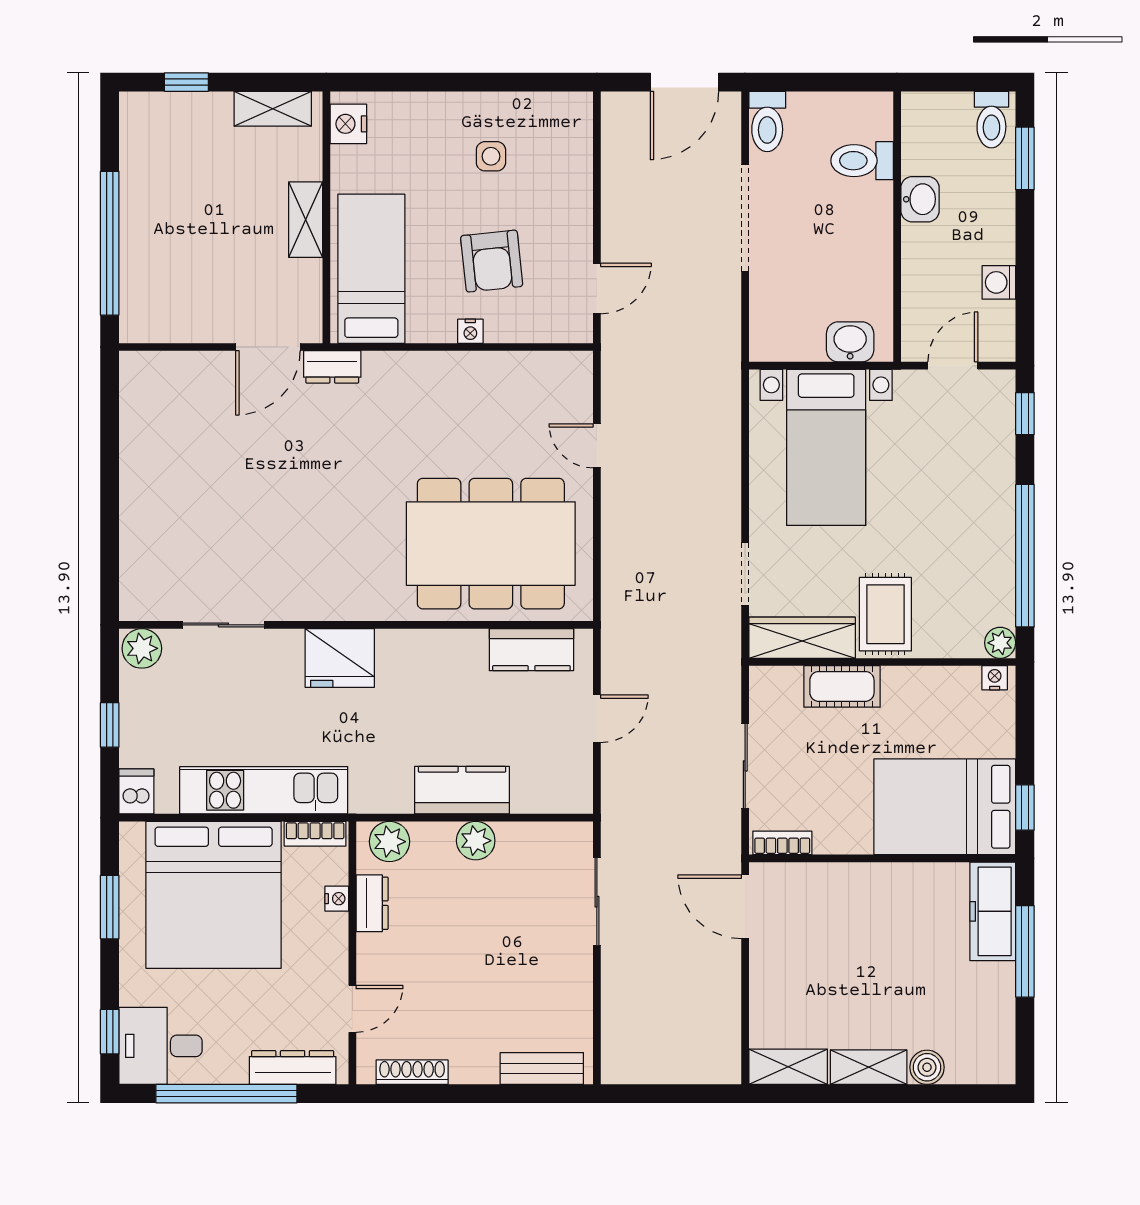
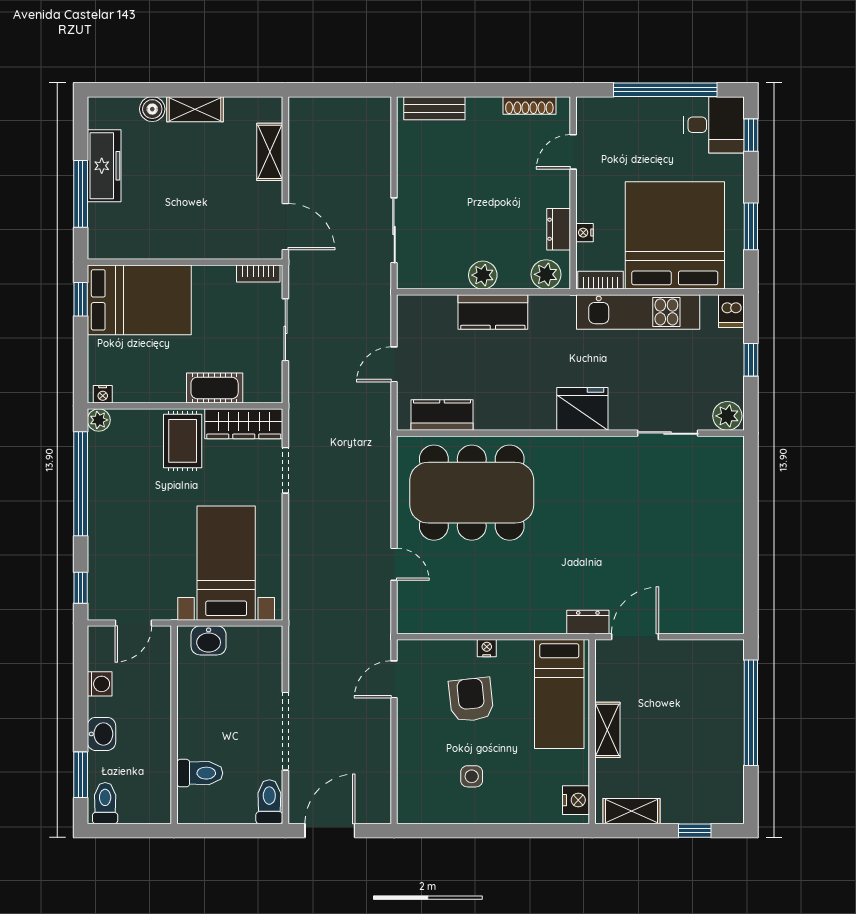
washbasin: (920, 199) -> (101, 734), moved, turned 180
freezer: (993, 911) -> (104, 166), moved
dresser: (293, 1067) -> (617, 109), removed
shelving: (788, 1067) -> (270, 152), moved, turned 90

